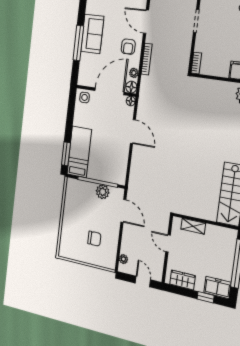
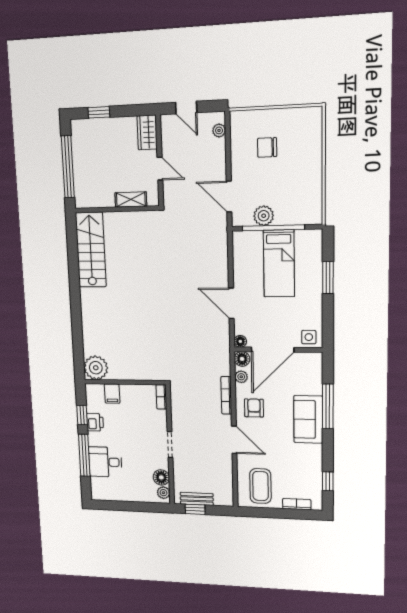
bed: (79, 152) -> (279, 264), moved
window: (66, 154) -> (328, 278), moved
wardrobe: (182, 280) -> (147, 132), moved, turned 90
freezer: (217, 287) -> (87, 130), removed

